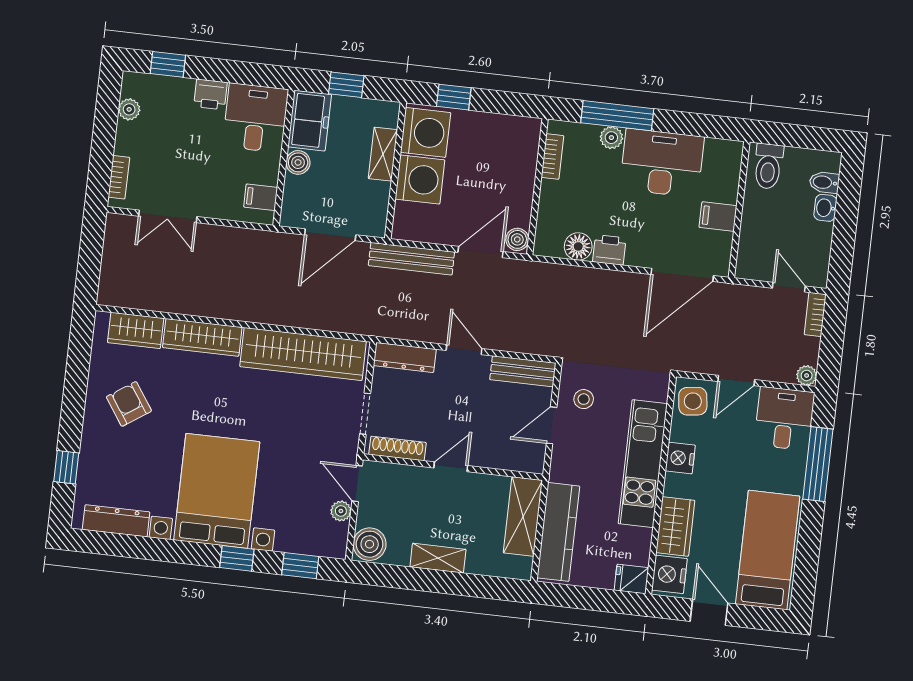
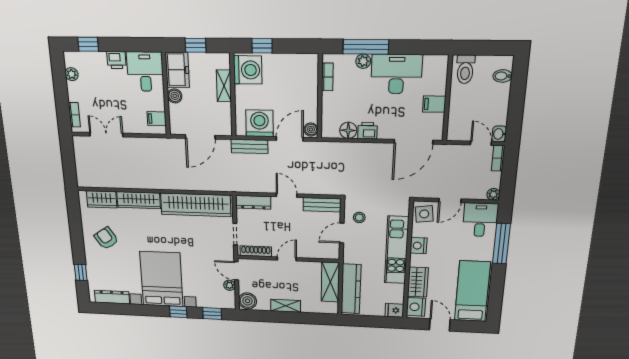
washing machine: (420, 179) -> (259, 123), moved, turned -90
washbasin: (825, 208) -> (499, 134), moved
double door: (168, 216) -> (106, 135), swing flipped
bench: (411, 259) -> (249, 146), width x0.73

